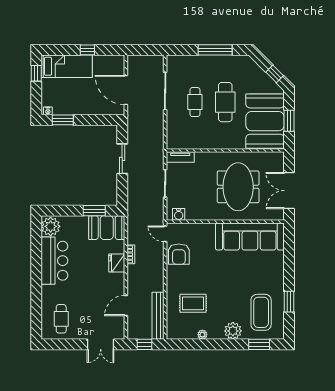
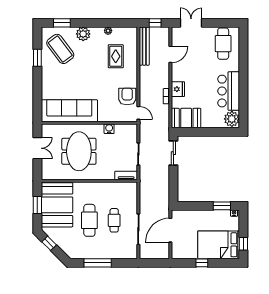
bed: (67, 66) -> (219, 245), width x1.50
door: (126, 90) -> (170, 230), swing flipped
sliding door: (122, 159) -> (173, 153), moved
double door: (289, 191) -> (37, 148), width x0.73
window: (94, 211) -> (196, 132), removed
water cooler: (179, 214) -> (109, 129), moved
rug: (193, 303) -> (116, 56), turned 90
coffee table: (261, 312) -> (60, 49), turned -37
cafe table: (61, 319) -> (223, 44), width x1.37, depth x1.35

